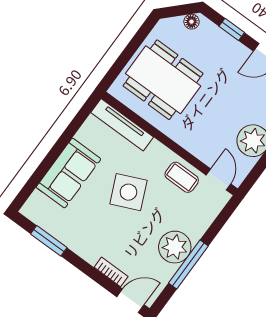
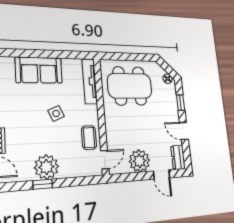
dining table: (163, 80) -> (130, 86), turned 90
side table: (128, 192) -> (56, 113), width x0.54, depth x0.54
window: (188, 264) -> (43, 184), width x0.46

